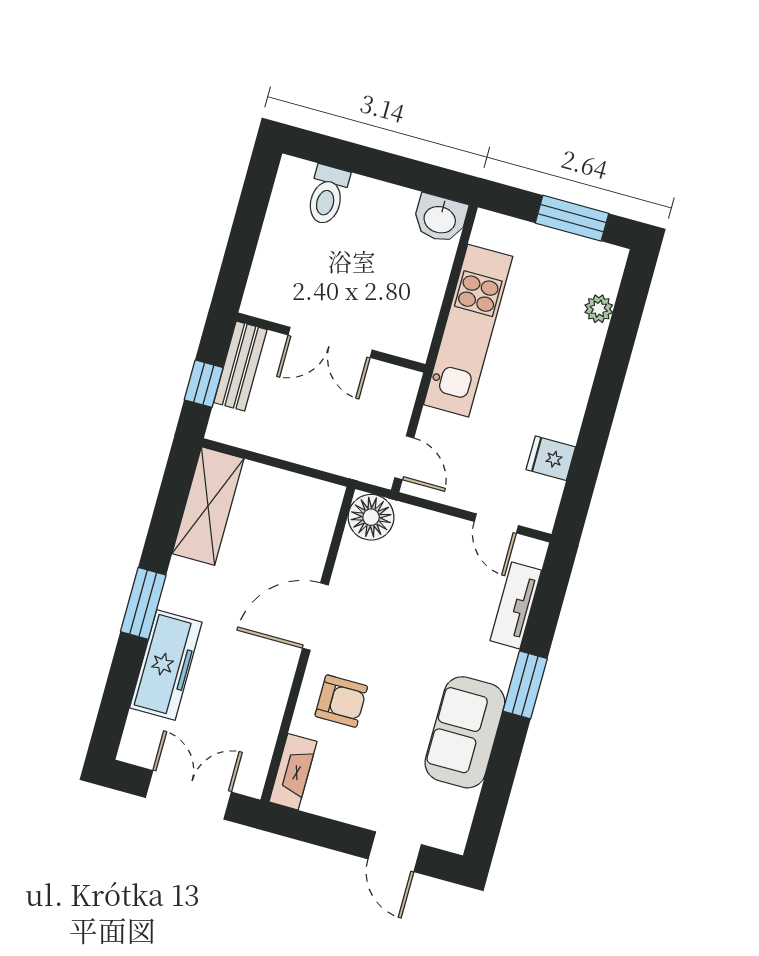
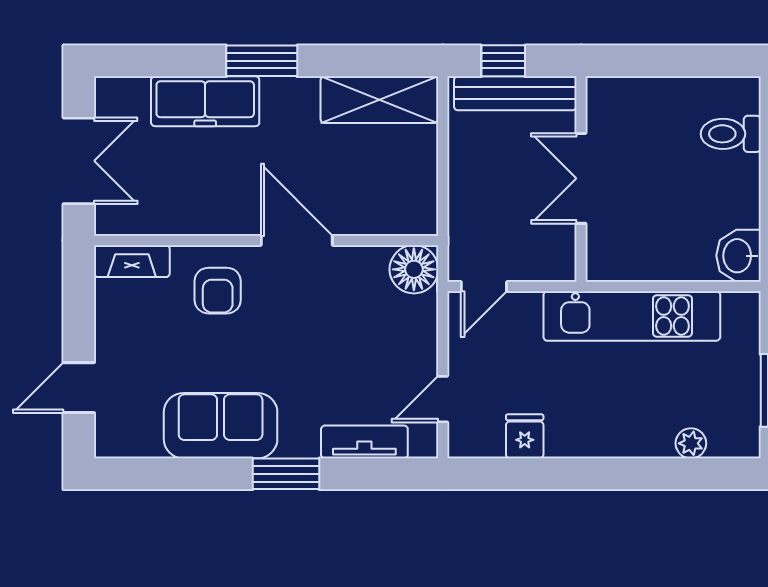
bench: (240, 366) -> (515, 93), width x1.36

